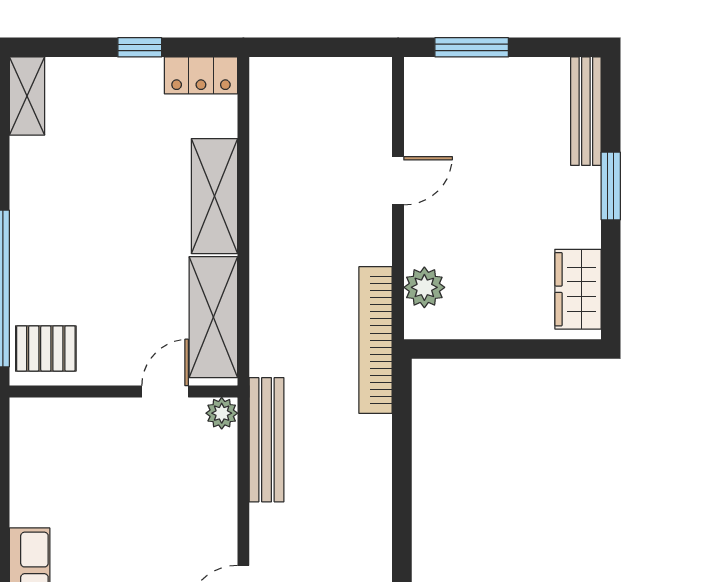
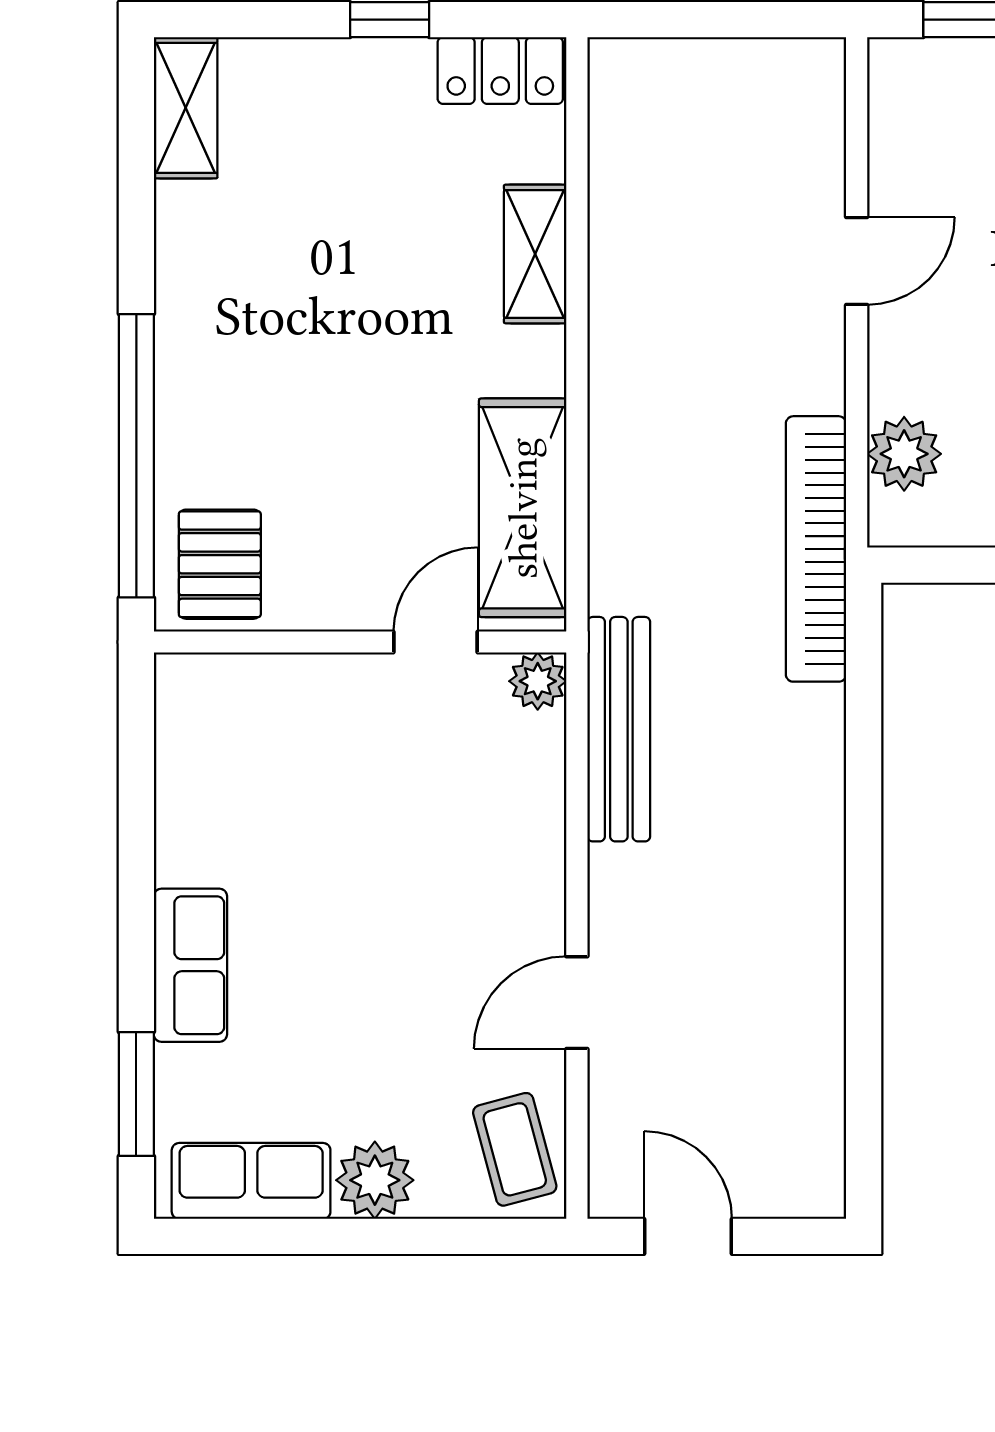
shelving: (215, 196) -> (535, 254), width x0.67, depth x0.75
pallet: (46, 348) -> (220, 564), turned 90

